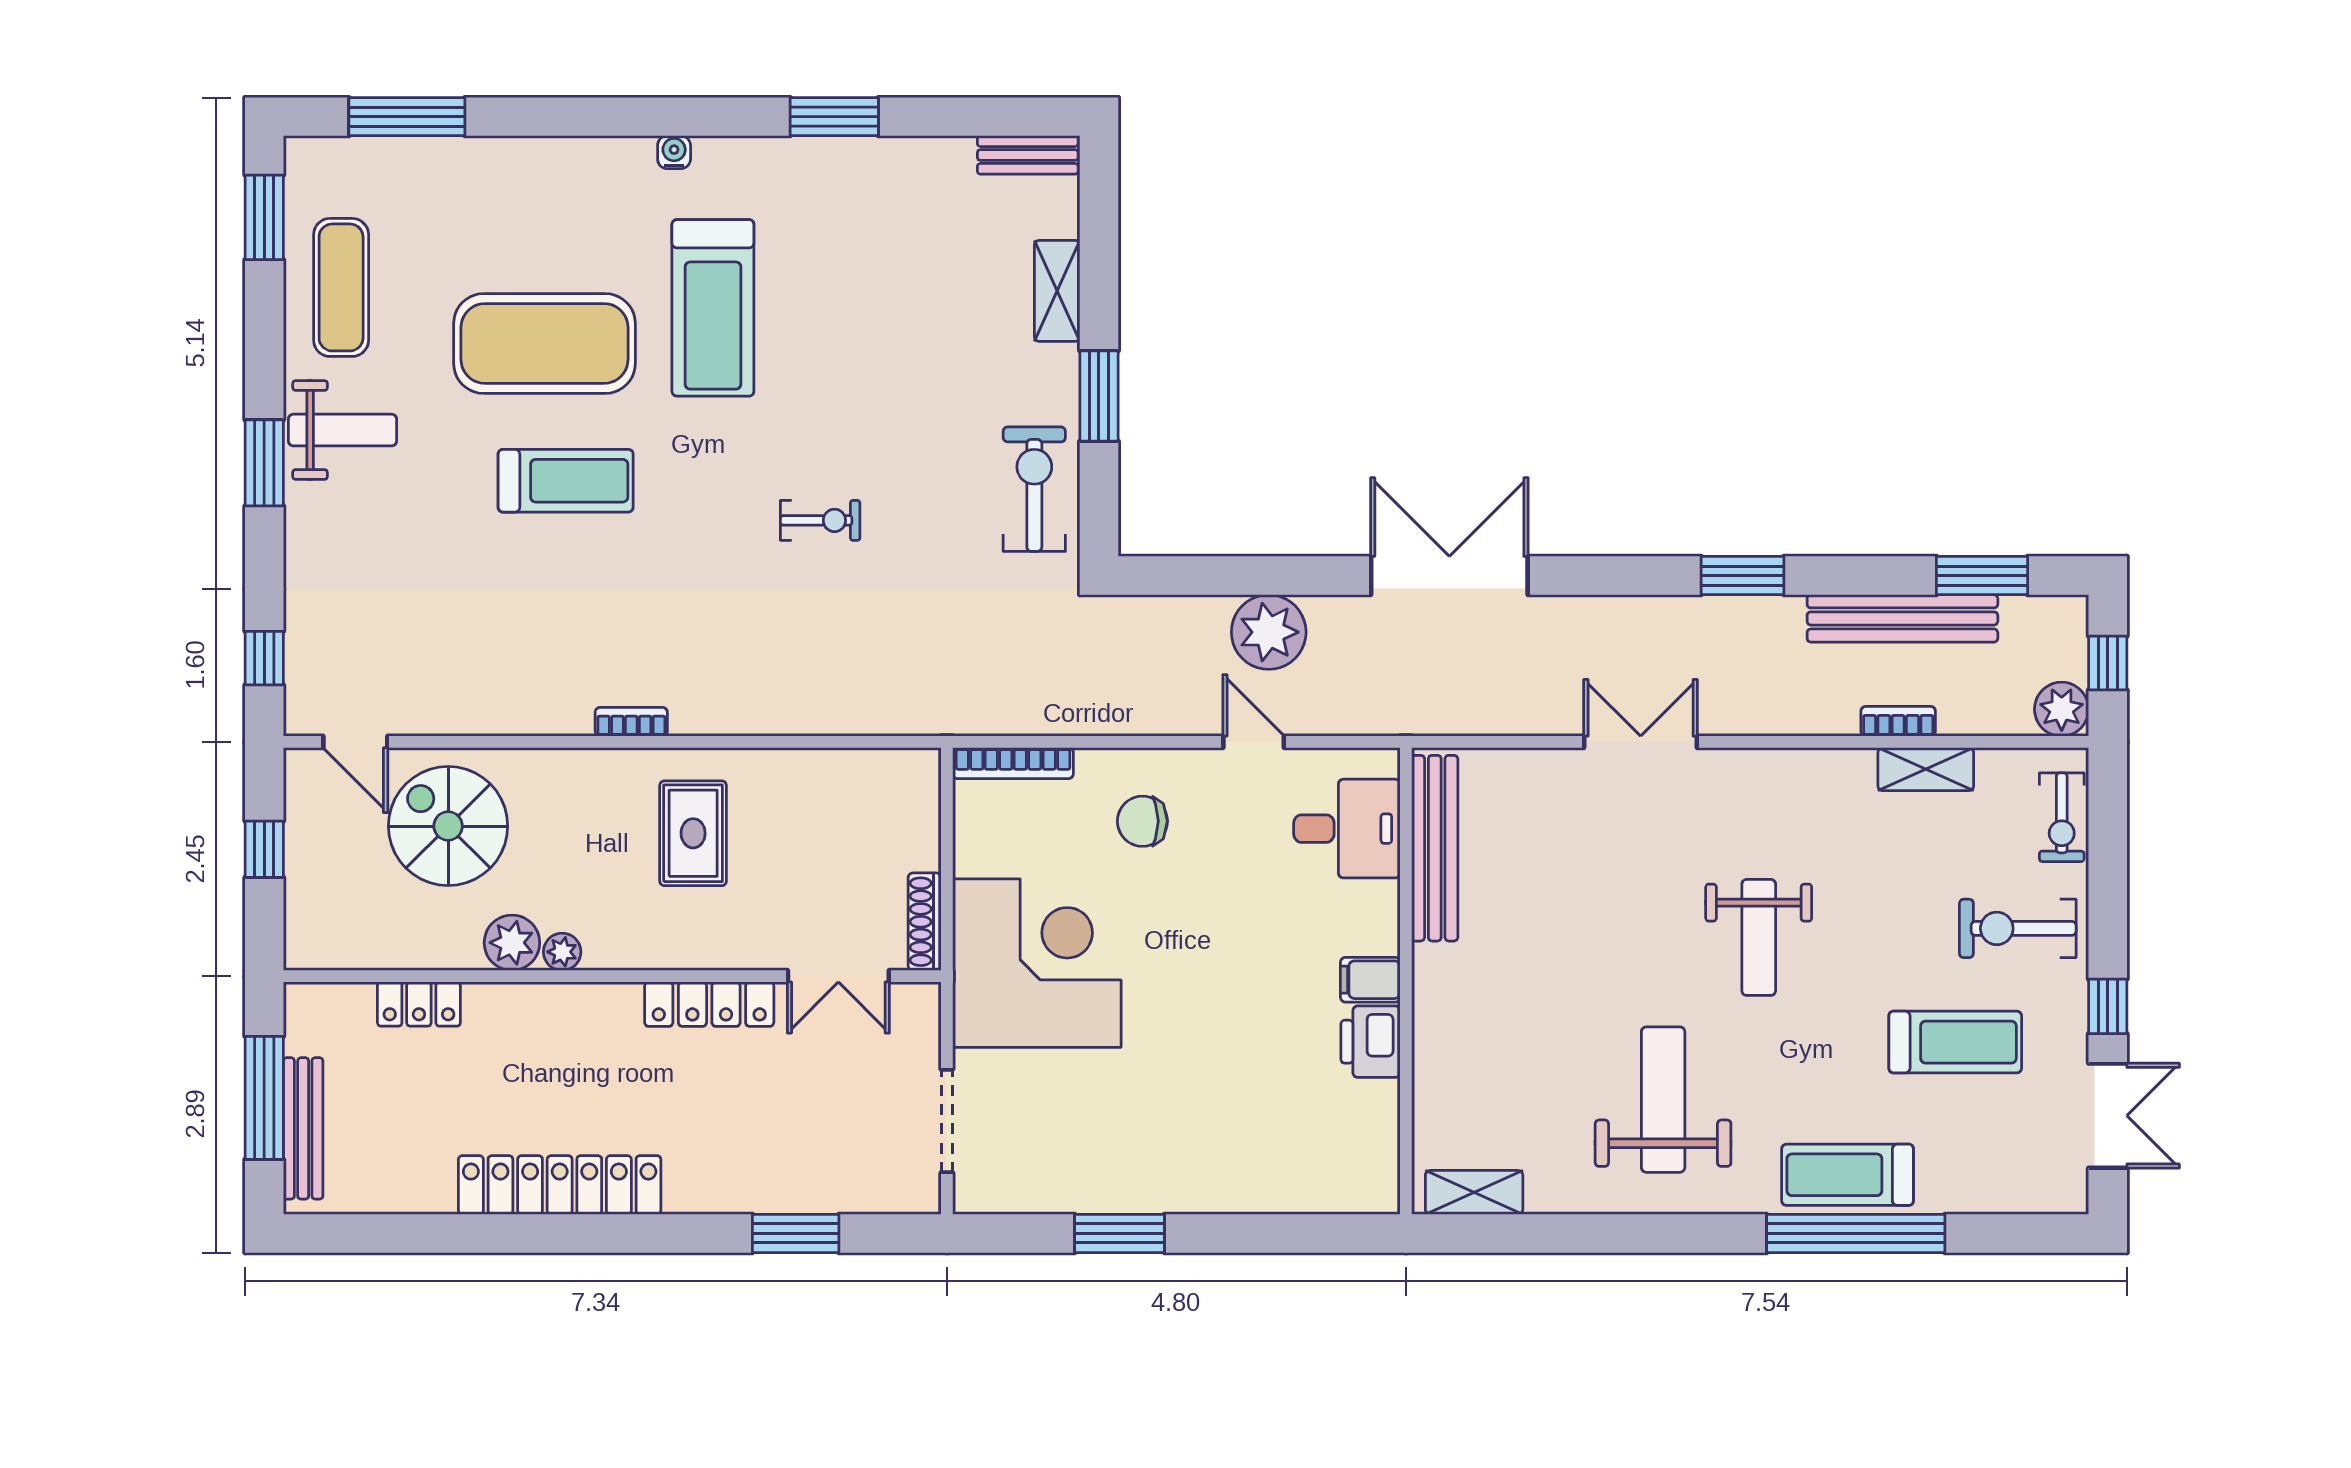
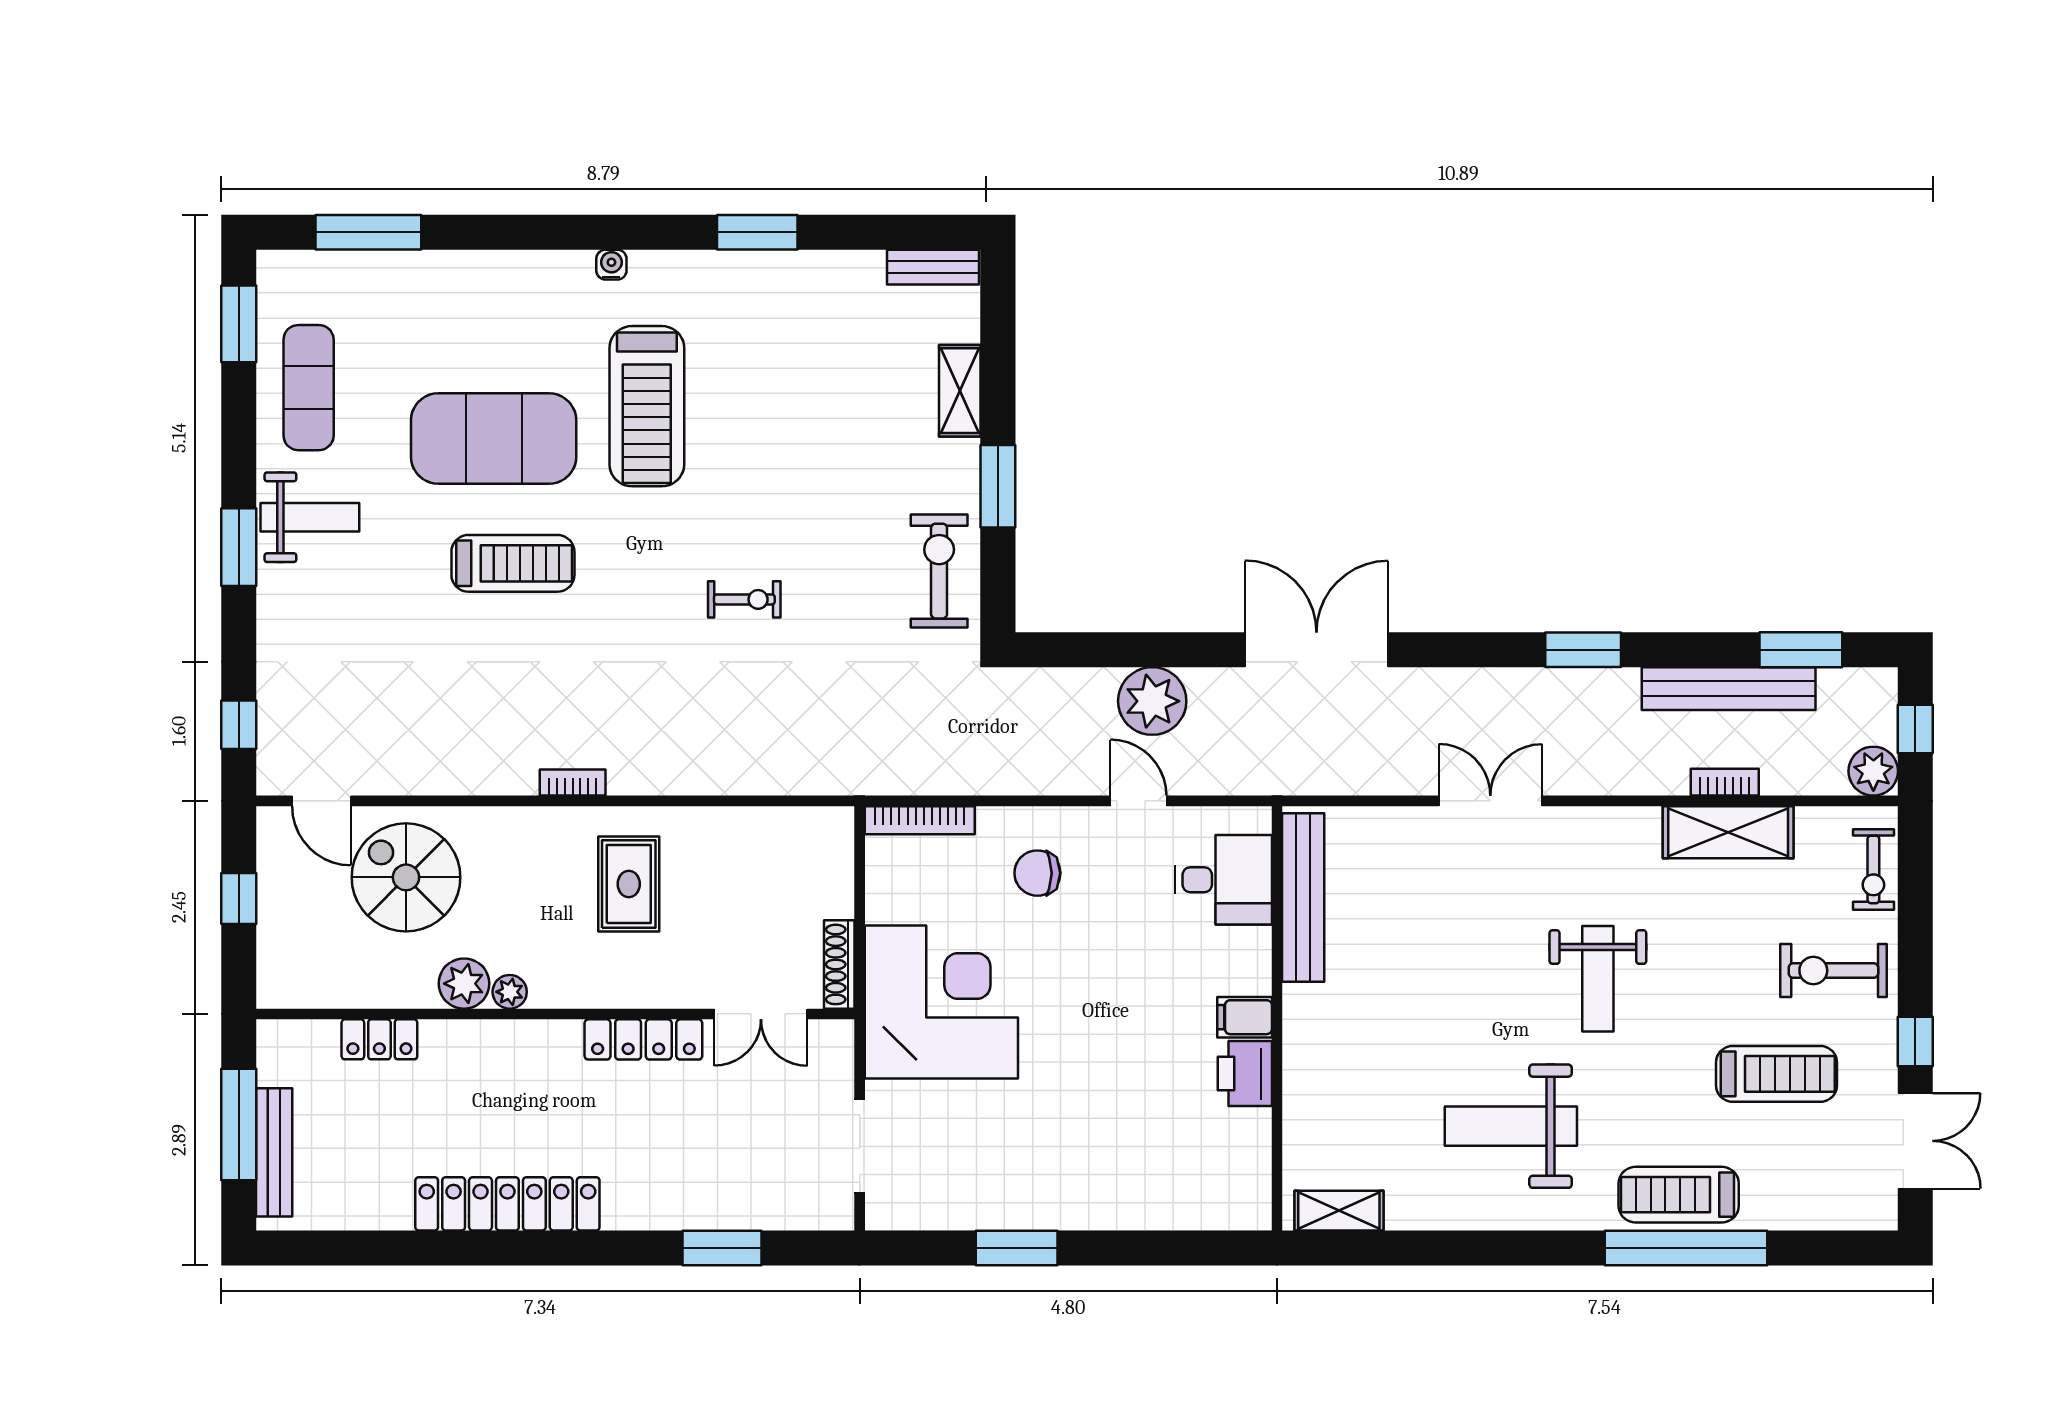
shelving: (1926, 769) -> (1728, 832), width x1.50, depth x1.33
weight bench: (1663, 1100) -> (1511, 1126), turned -90

